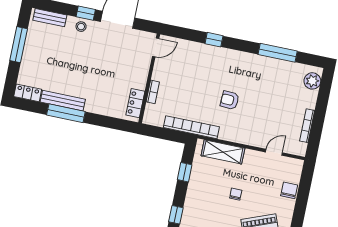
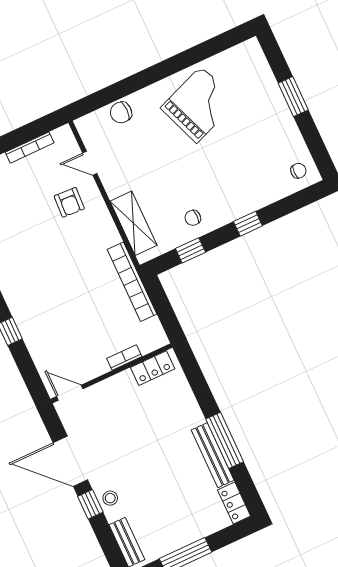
armchair: (230, 100) -> (69, 202), moved
chair: (236, 194) -> (193, 218), moved

